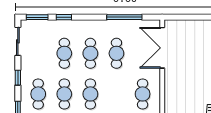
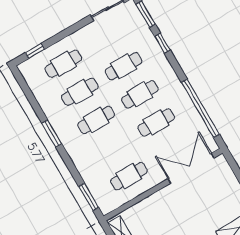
window: (124, 17) -> (200, 108), width x1.46
window: (18, 78) -> (68, 31), removed

